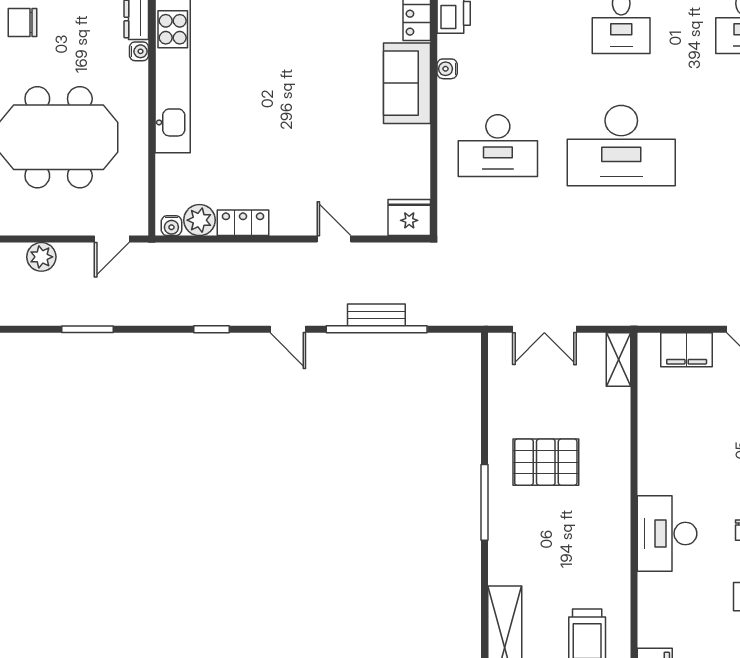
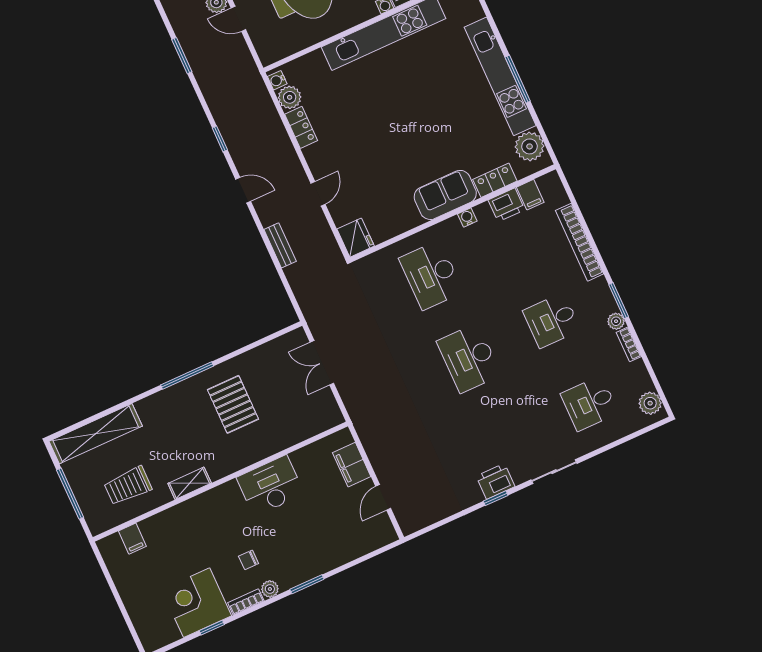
desk: (621, 146) -> (469, 358), width x0.73, depth x0.77
door: (112, 239) -> (238, 19), moved
door: (288, 329) -> (243, 190), swing flipped
window: (377, 329) -> (270, 250), removed
shelving: (618, 360) -> (190, 483), moved
desk: (667, 534) -> (270, 486), moved

